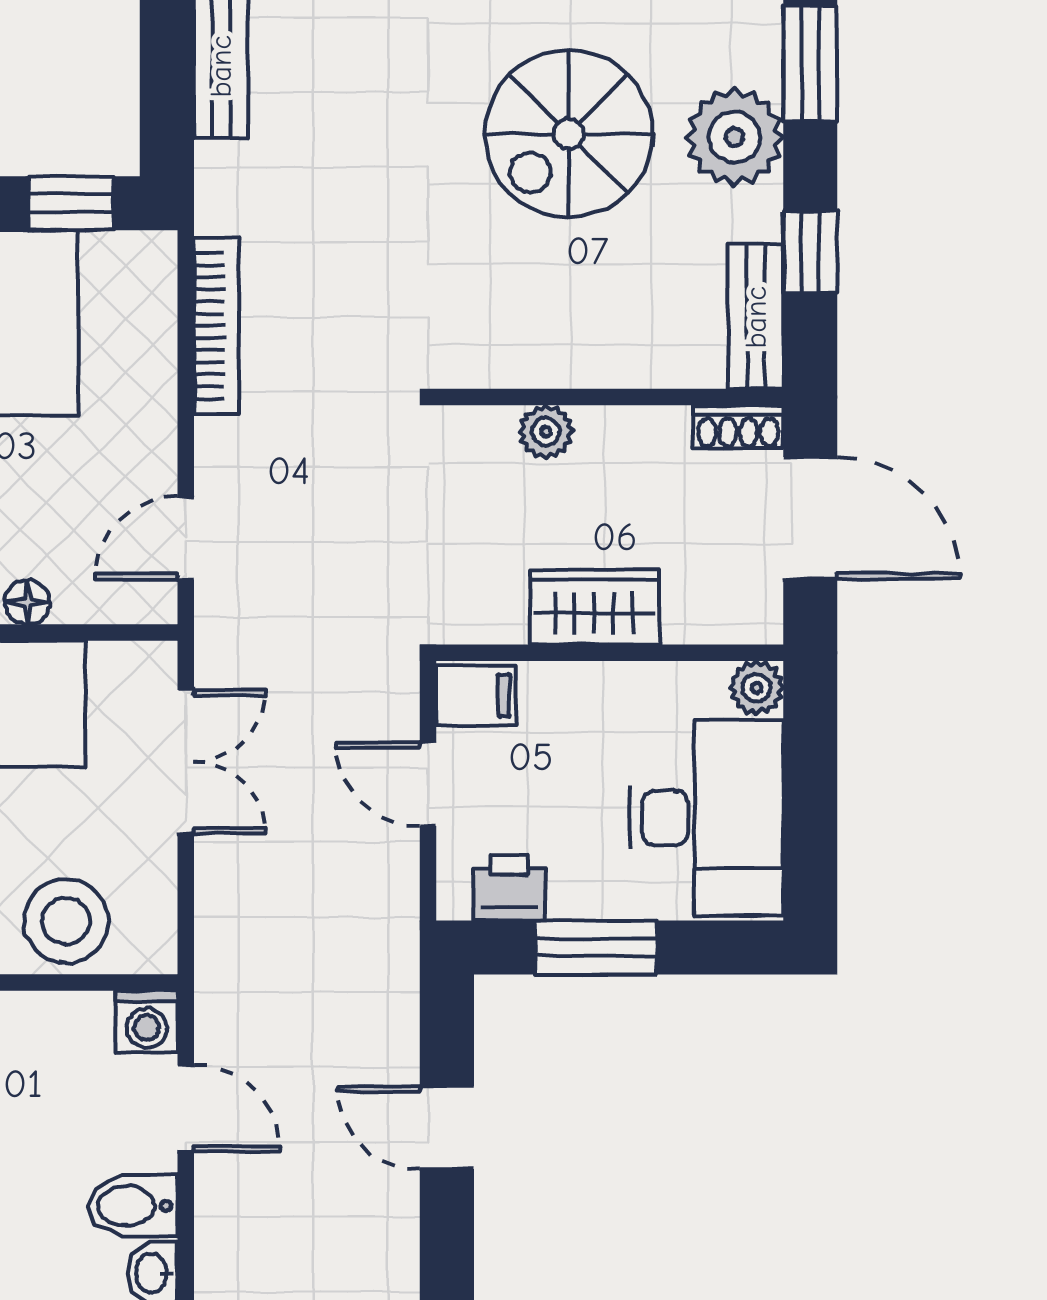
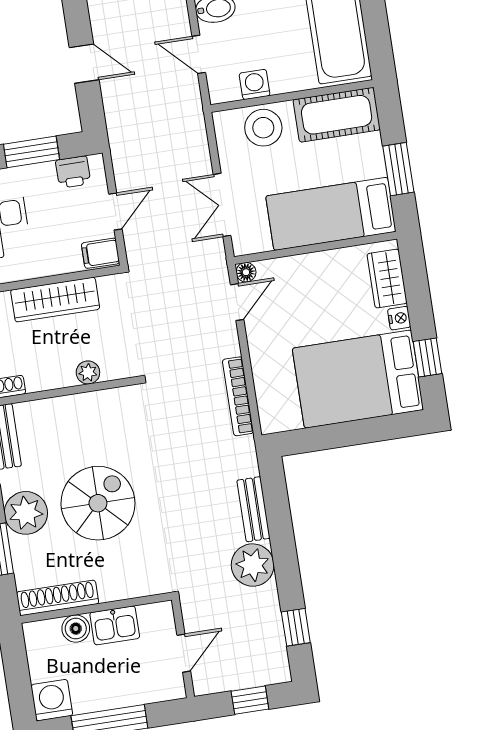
window: (71, 203) -> (309, 440), removed
floor lamp: (27, 602) -> (246, 272), moved
wardrobe: (594, 607) -> (55, 300), width x1.50
door: (428, 784) -> (115, 212), hinge flipped
washing machine: (147, 1022) -> (255, 84), moved

